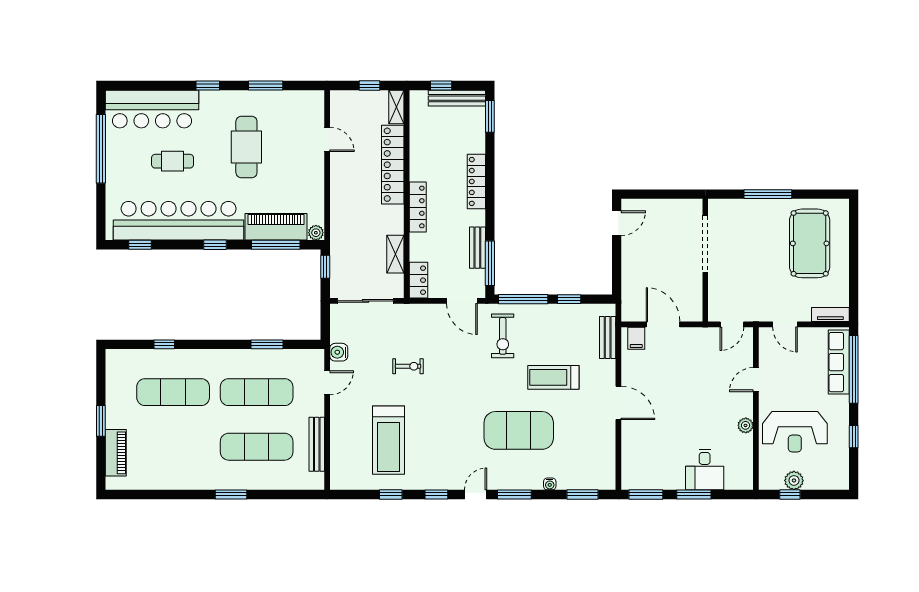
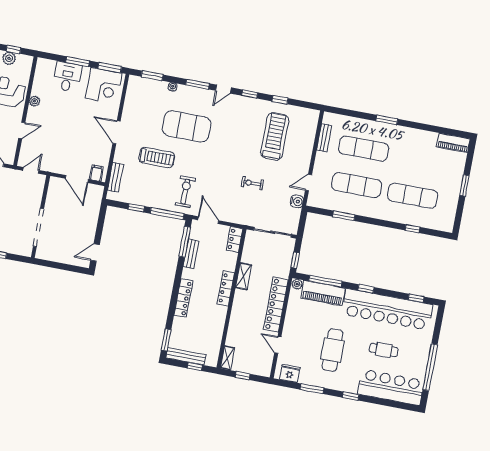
fridge: (302, 101) -> (290, 373), added
locker: (393, 165) -> (276, 305), moved, turned 180
shelving: (395, 254) -> (244, 276), moved
bench: (317, 444) -> (324, 138), width x0.73
piano: (116, 453) -> (453, 143), moved, turned -90
corner desk: (649, 467) -> (104, 86), added

